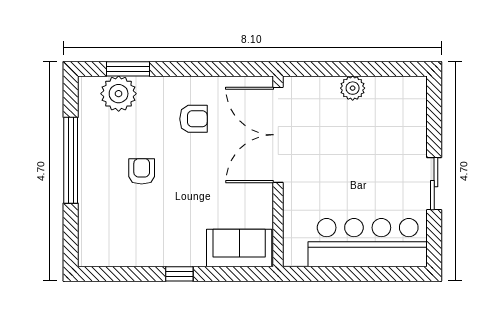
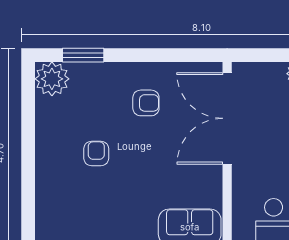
plant: (119, 94) -> (52, 79), moved
window: (71, 160) -> (28, 143), removed

